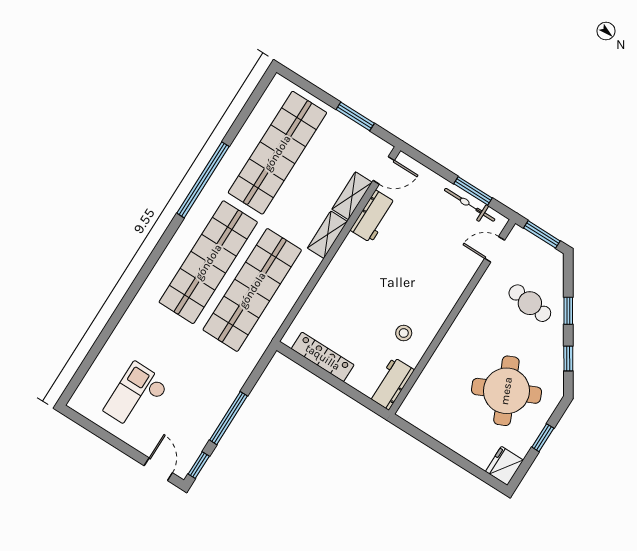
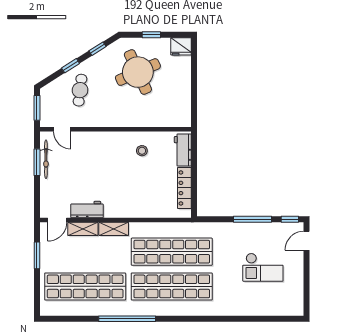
door: (384, 170) -> (57, 220), swing flipped
workbench: (391, 384) -> (183, 150), moved, turned 90
checkout: (136, 397) -> (263, 267), moved

